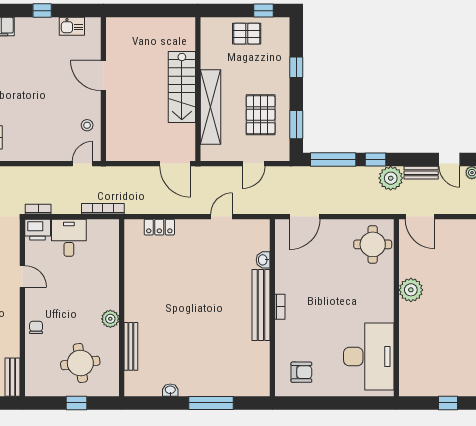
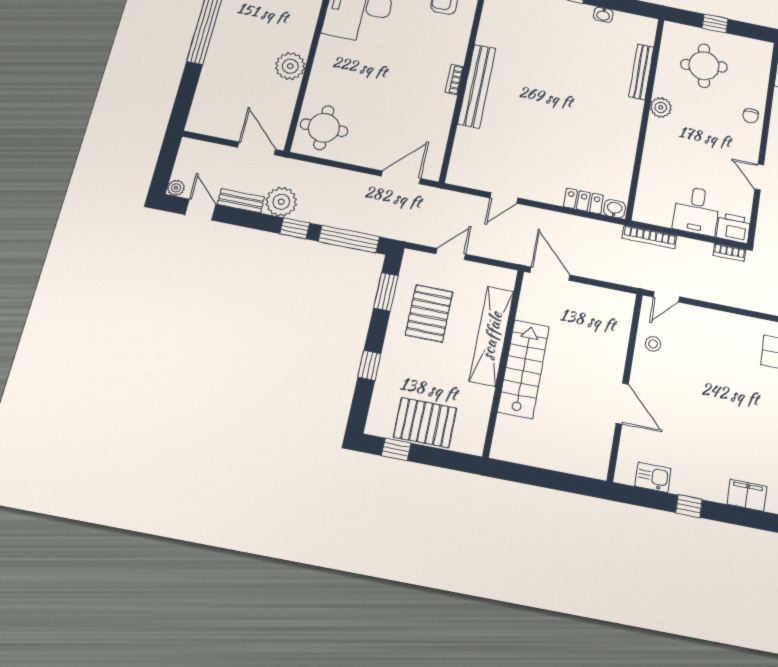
pallet: (247, 34) -> (425, 423), width x1.50, depth x1.42
washbasin: (263, 260) -> (615, 209), moved, turned -90

